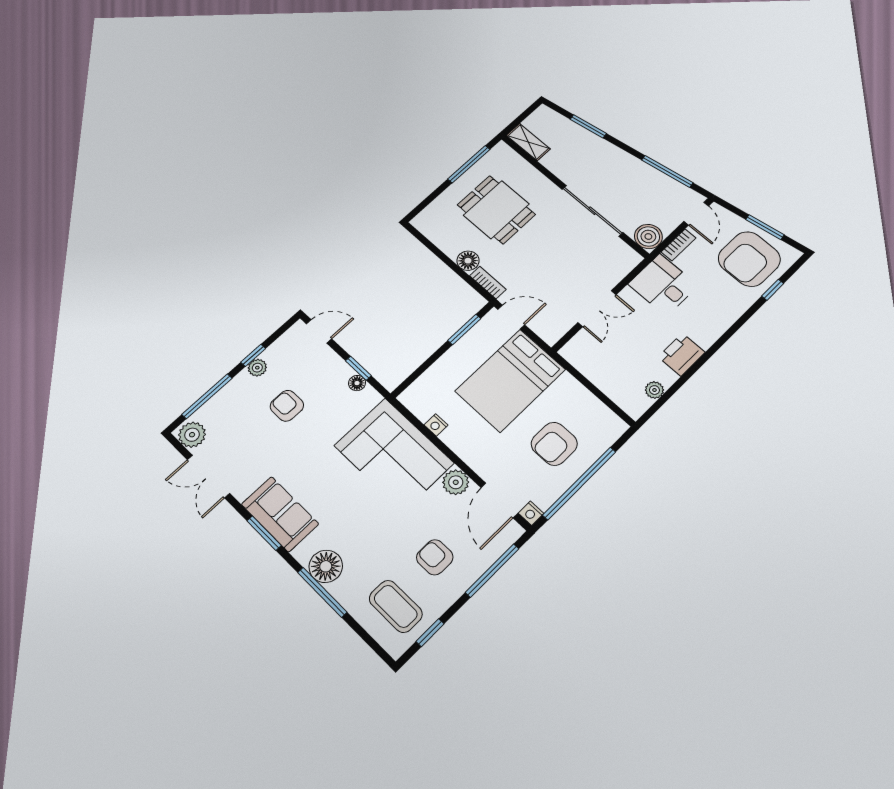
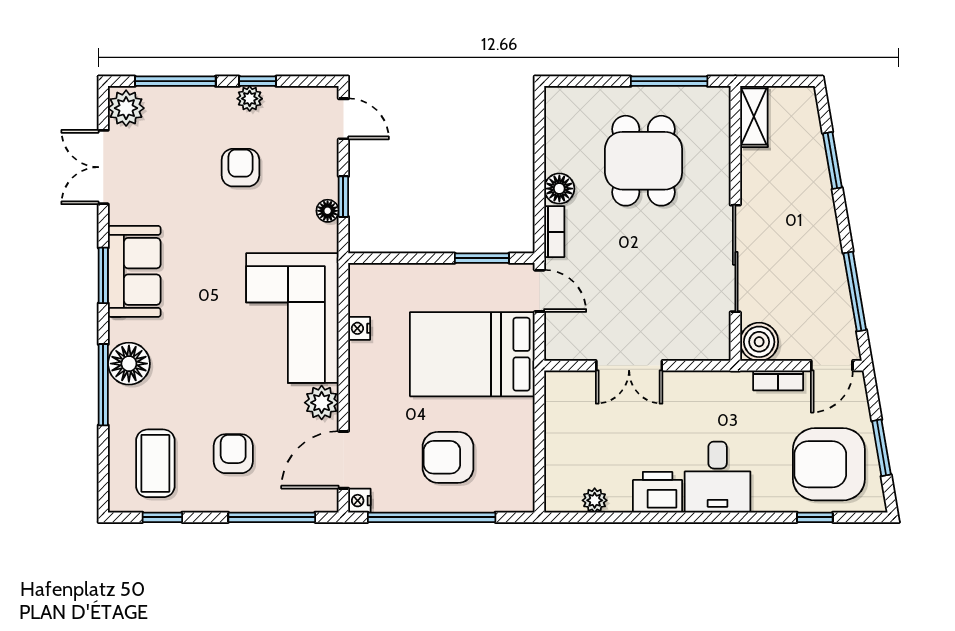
desk: (663, 285) -> (718, 477), moved, turned 180

